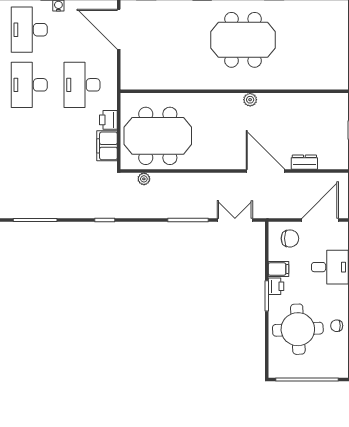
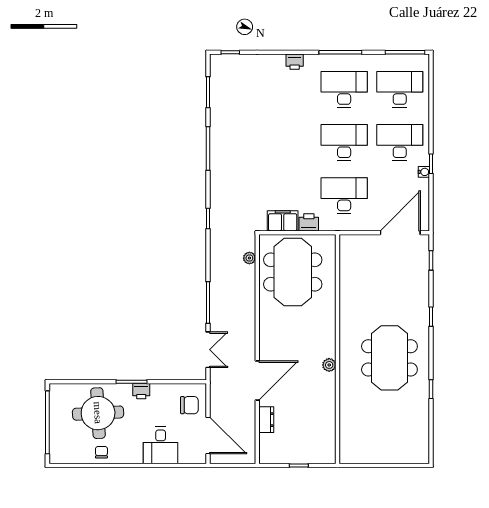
chair: (290, 238) -> (189, 405), turned -90
filing cabinet: (278, 269) -> (159, 394), removed

